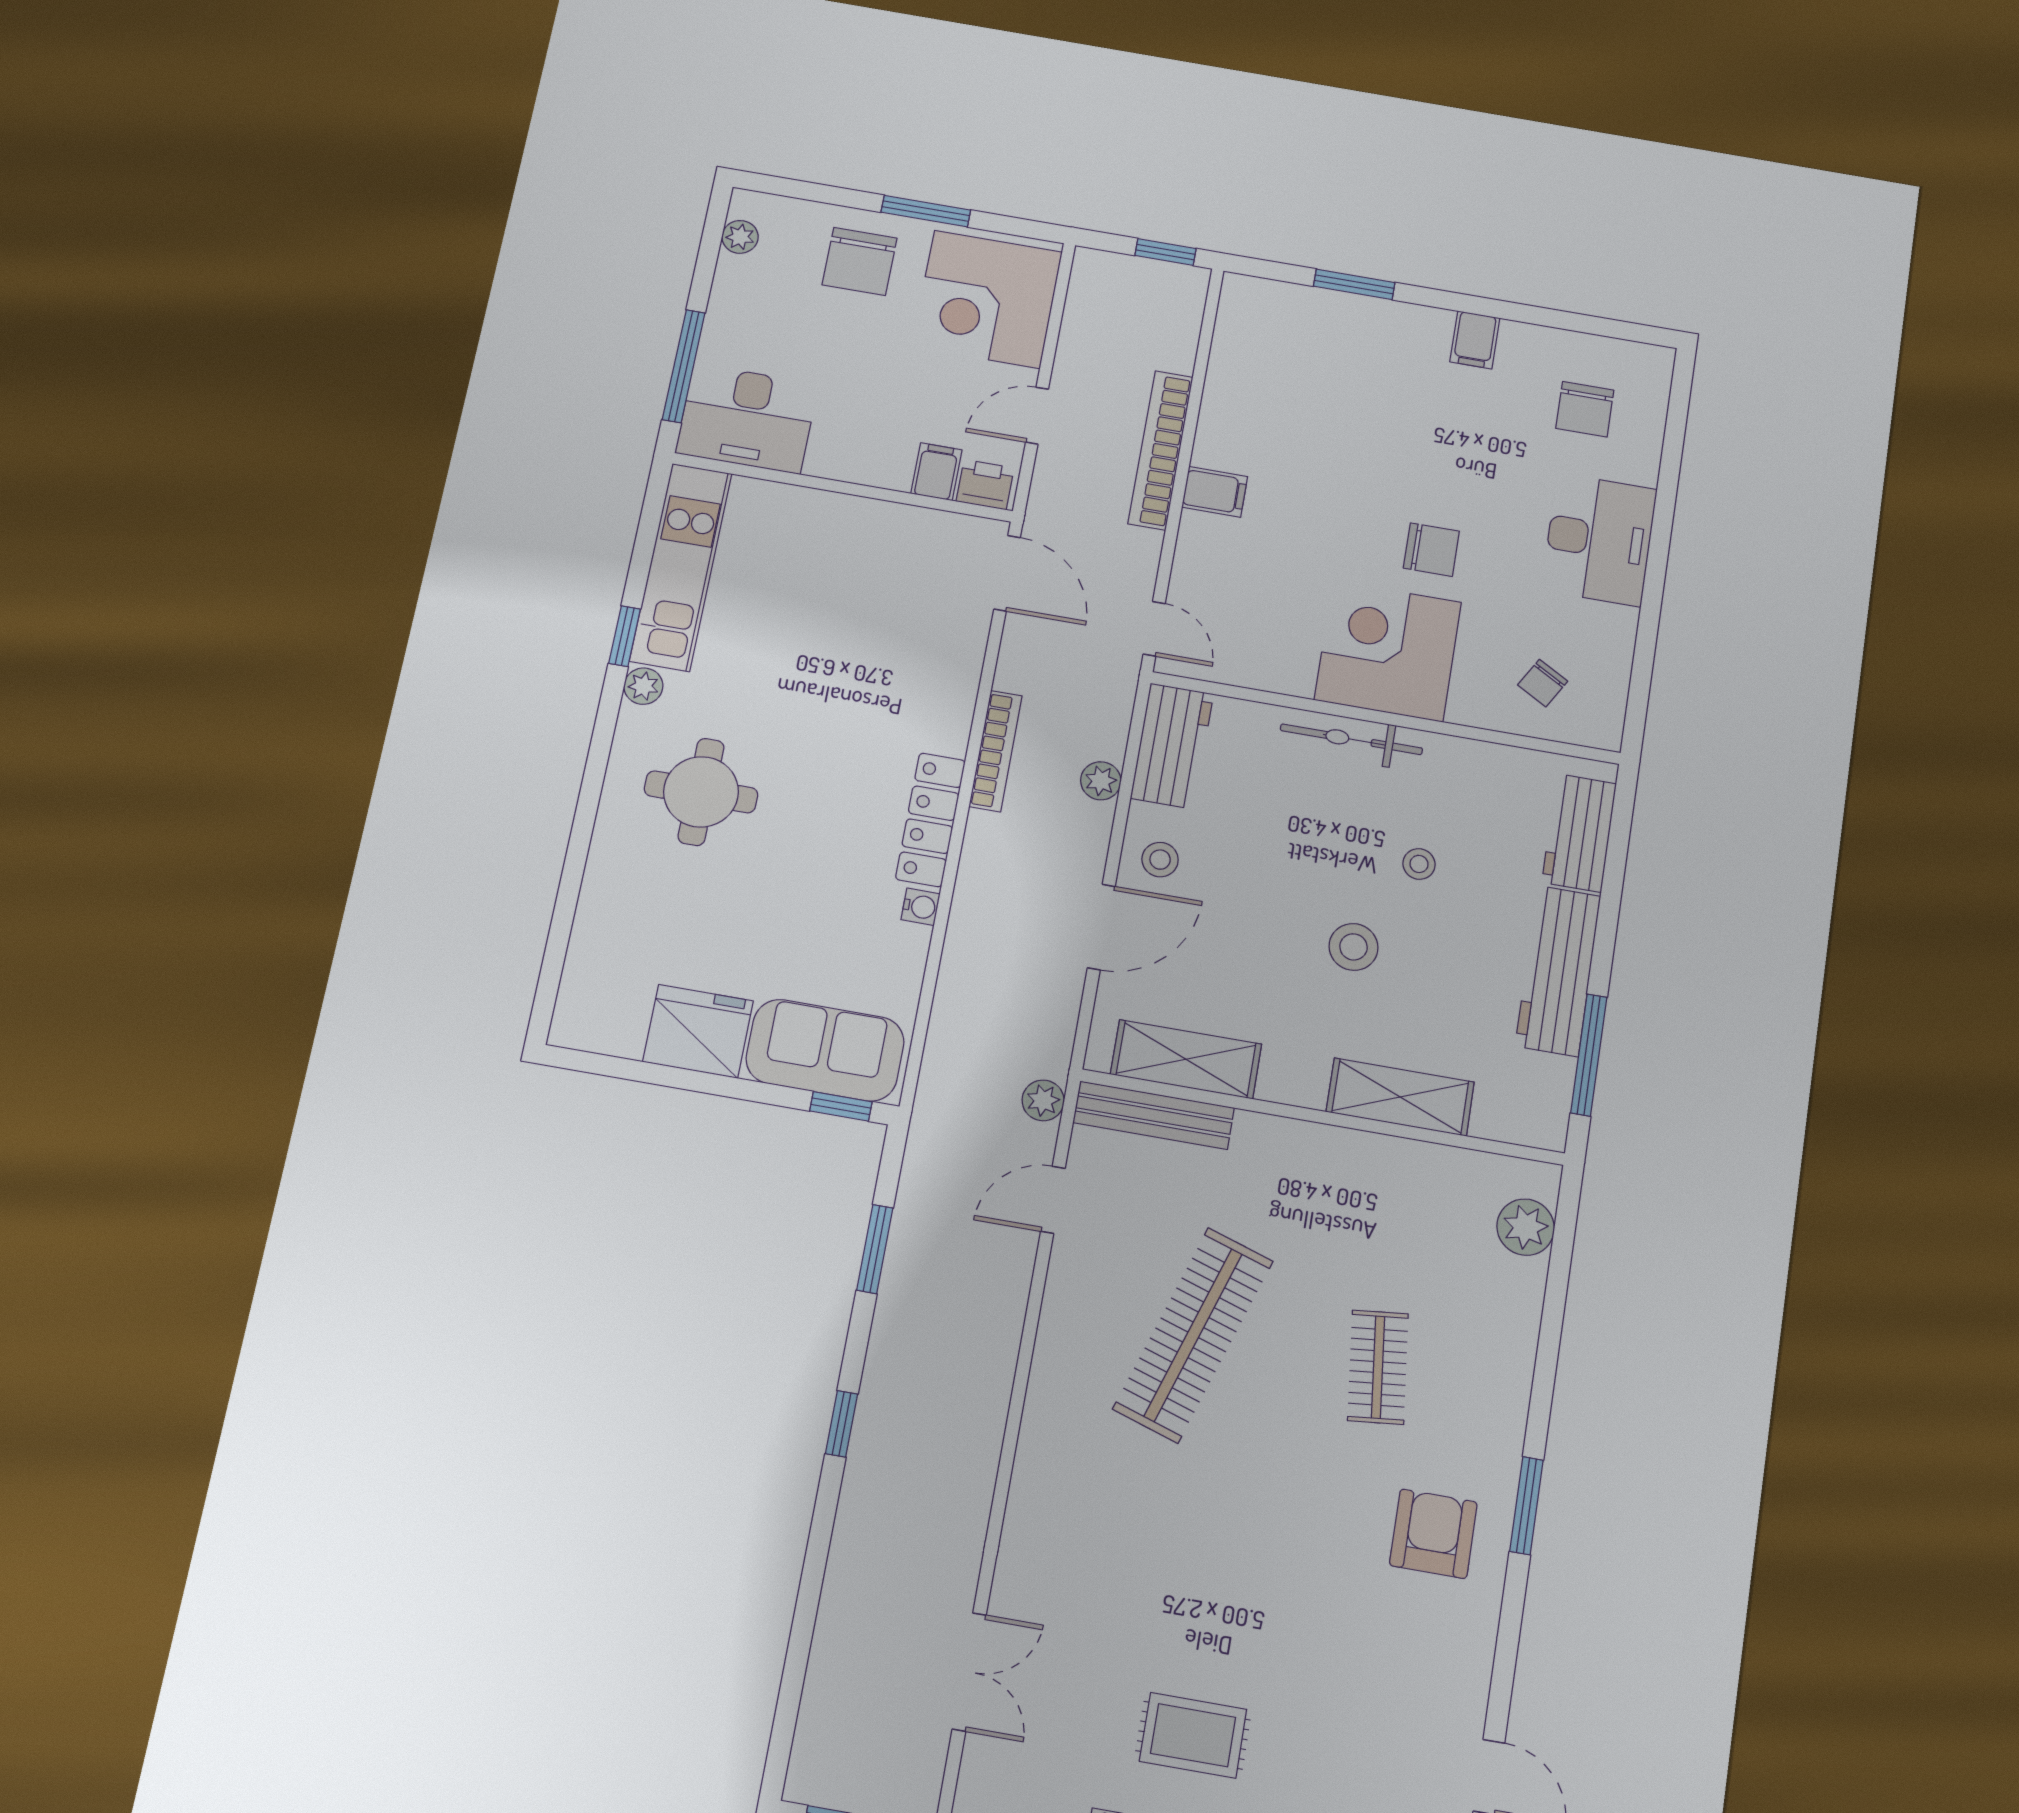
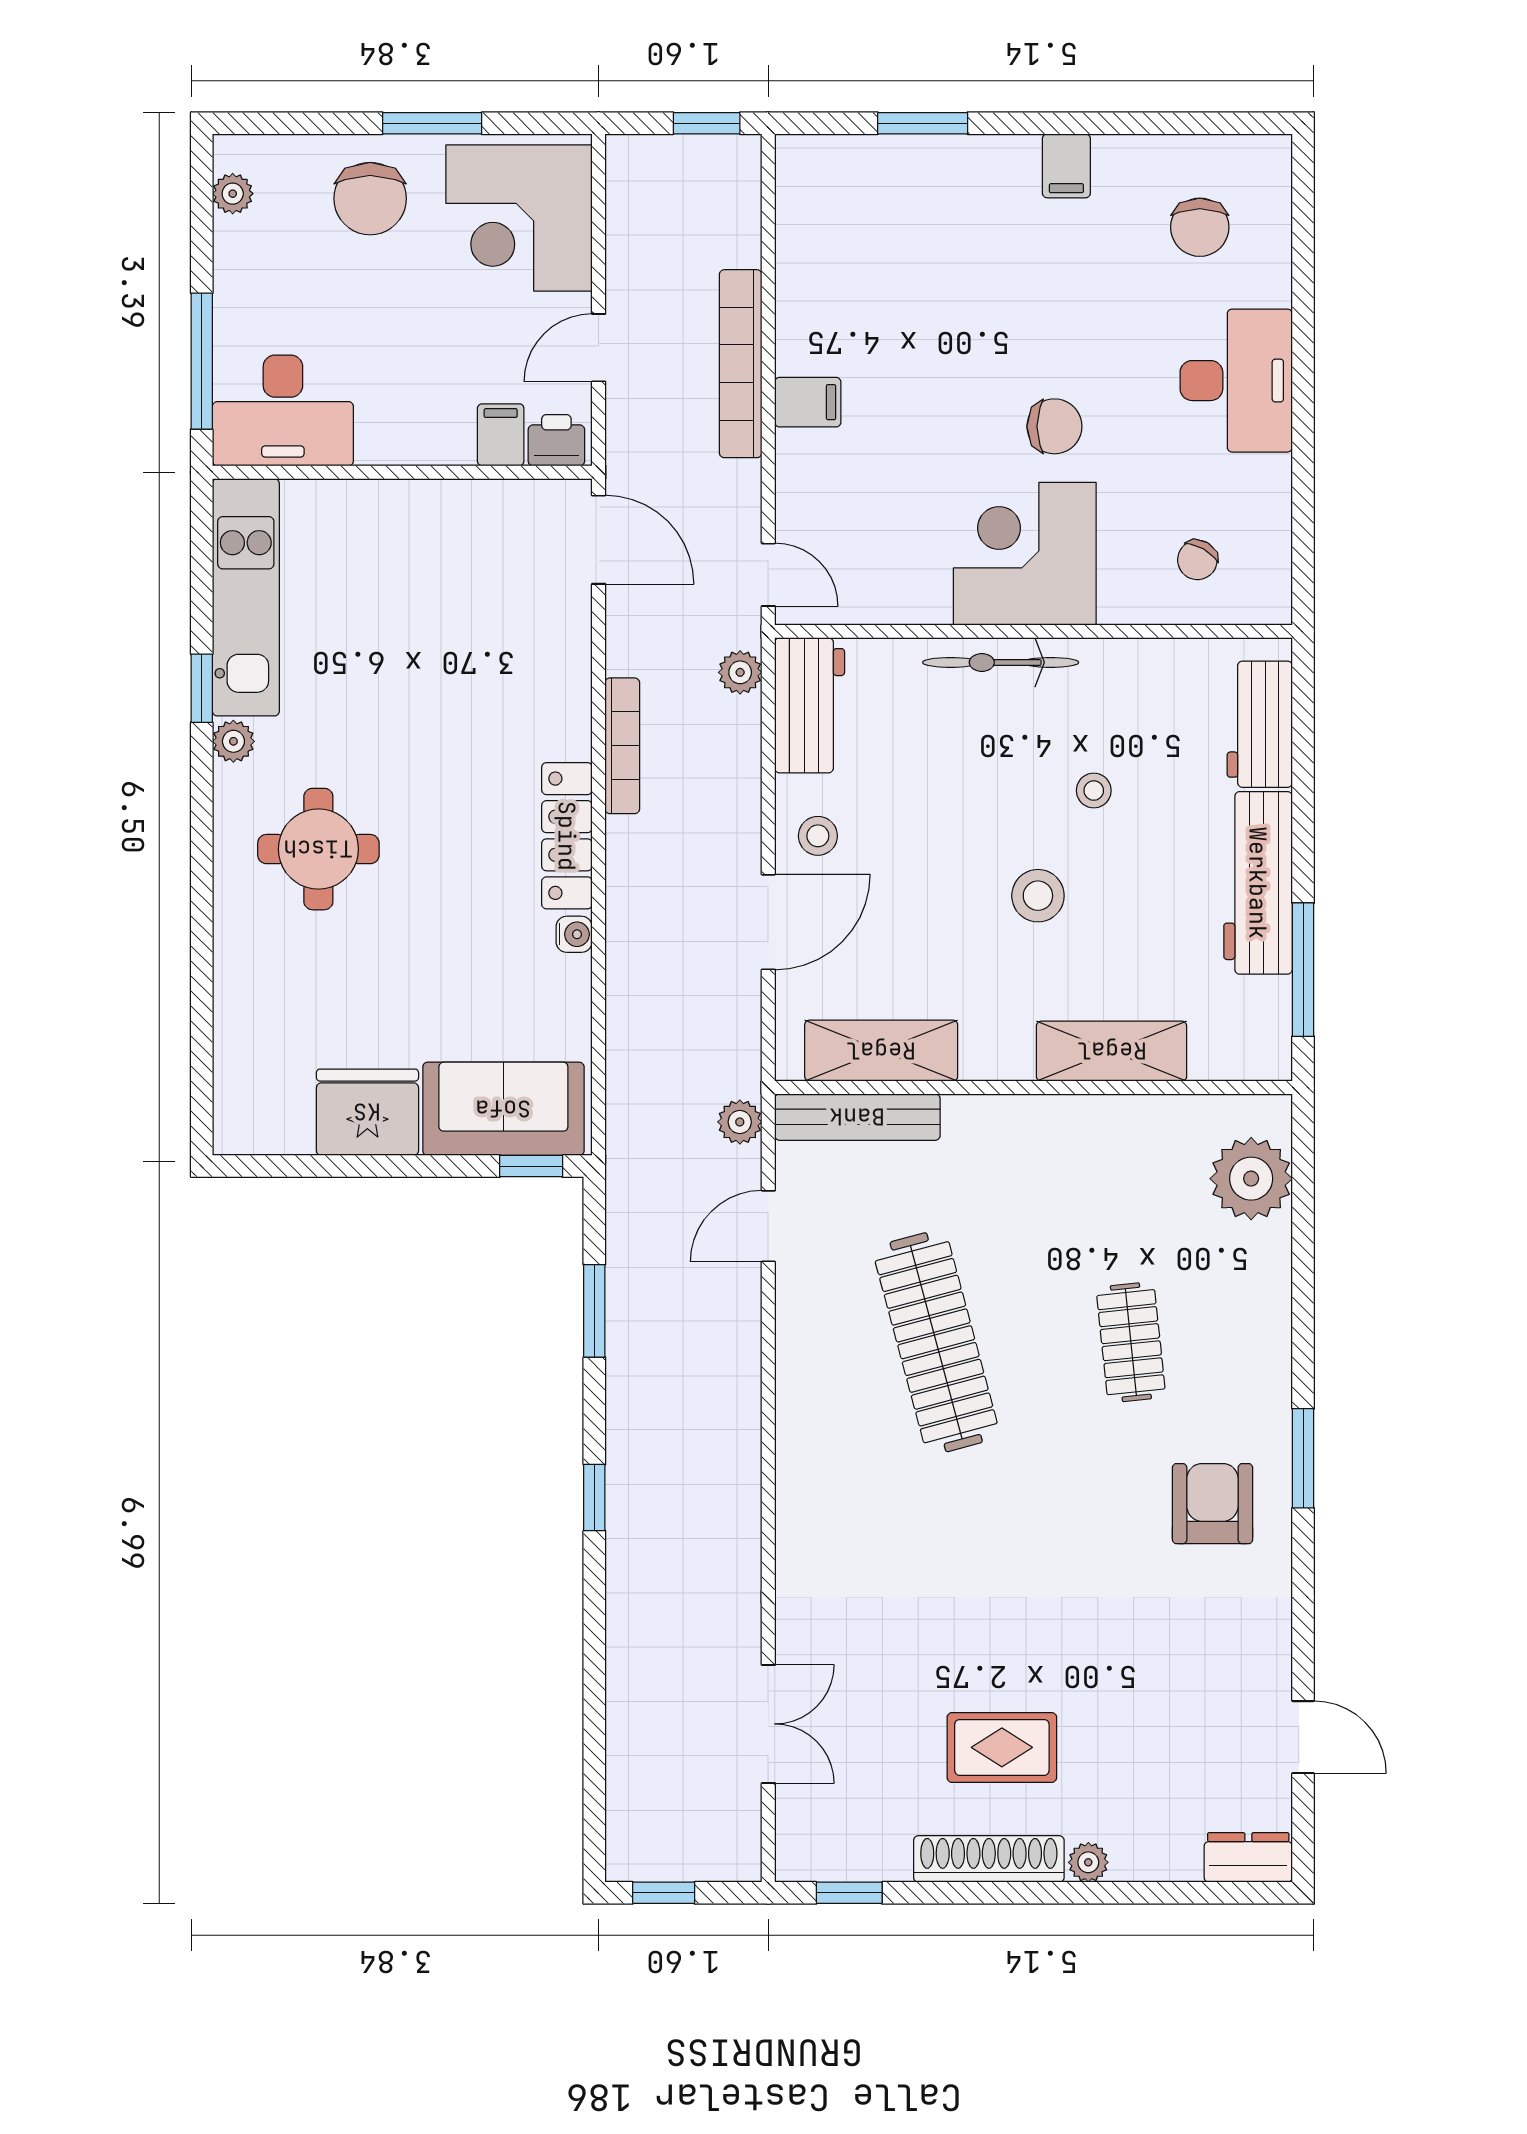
plant: (1101, 781) -> (740, 672), moved
plant: (1526, 1227) -> (1251, 1179), width x1.36, depth x1.36
clothes rail: (1193, 1335) -> (936, 1342), turned -33

